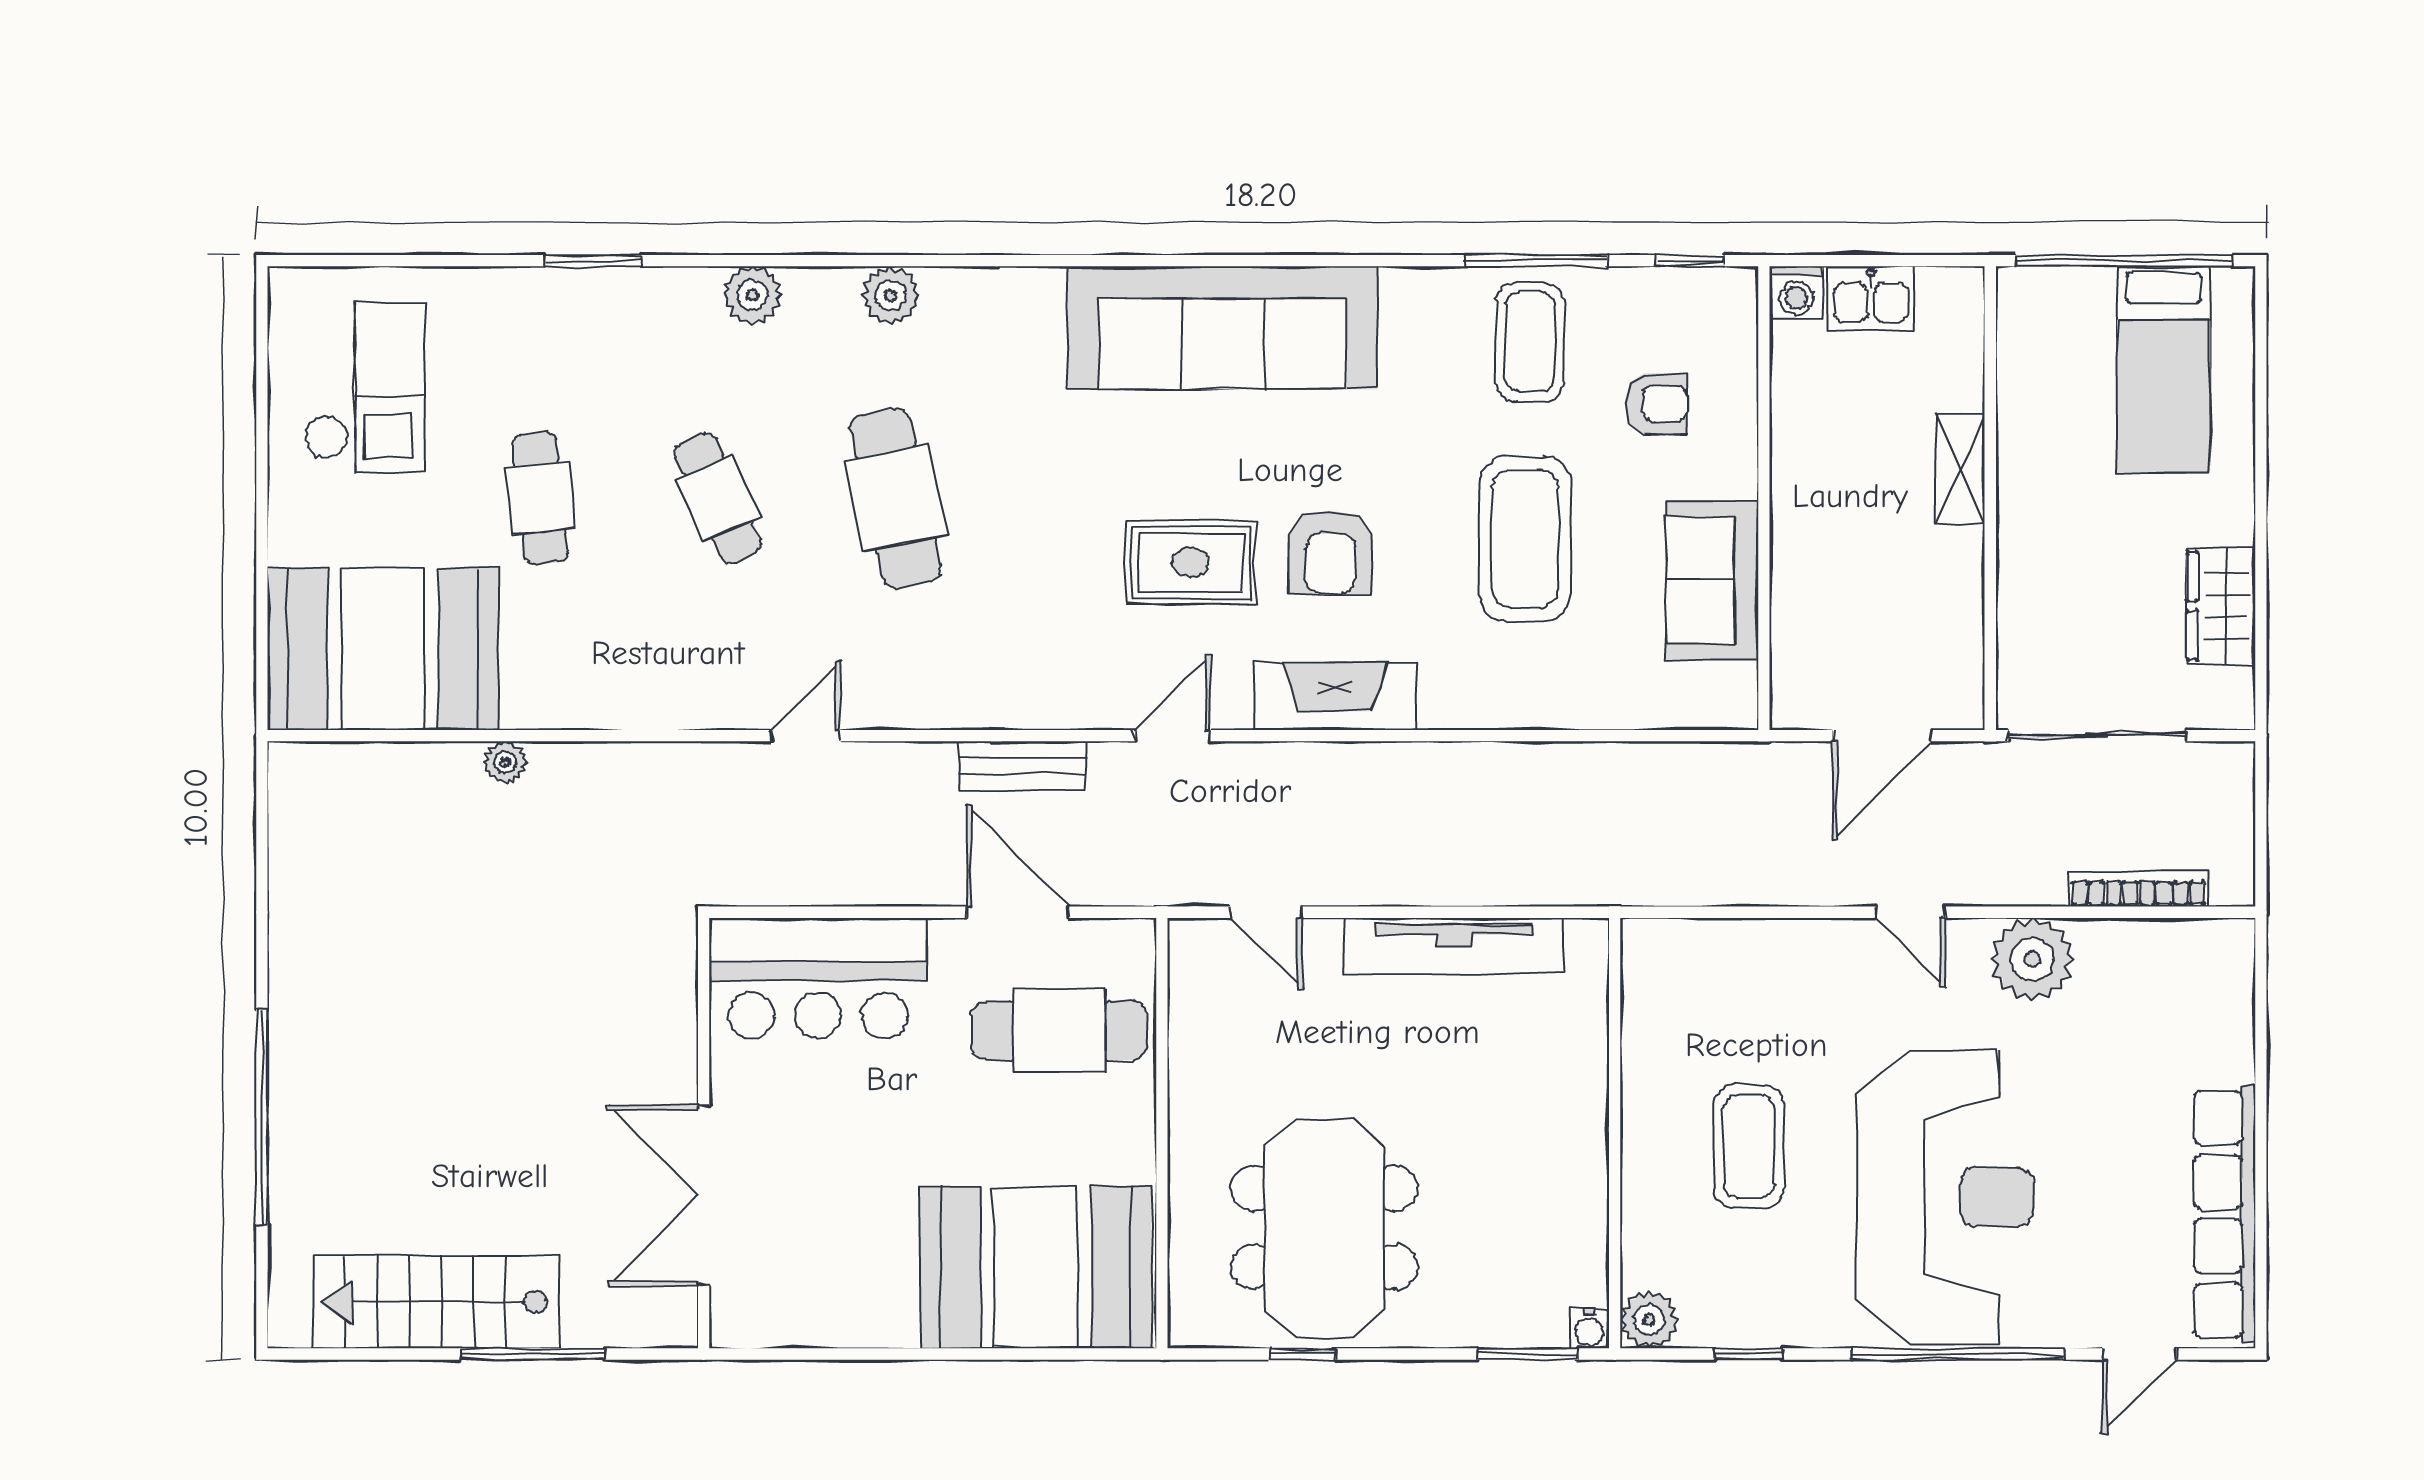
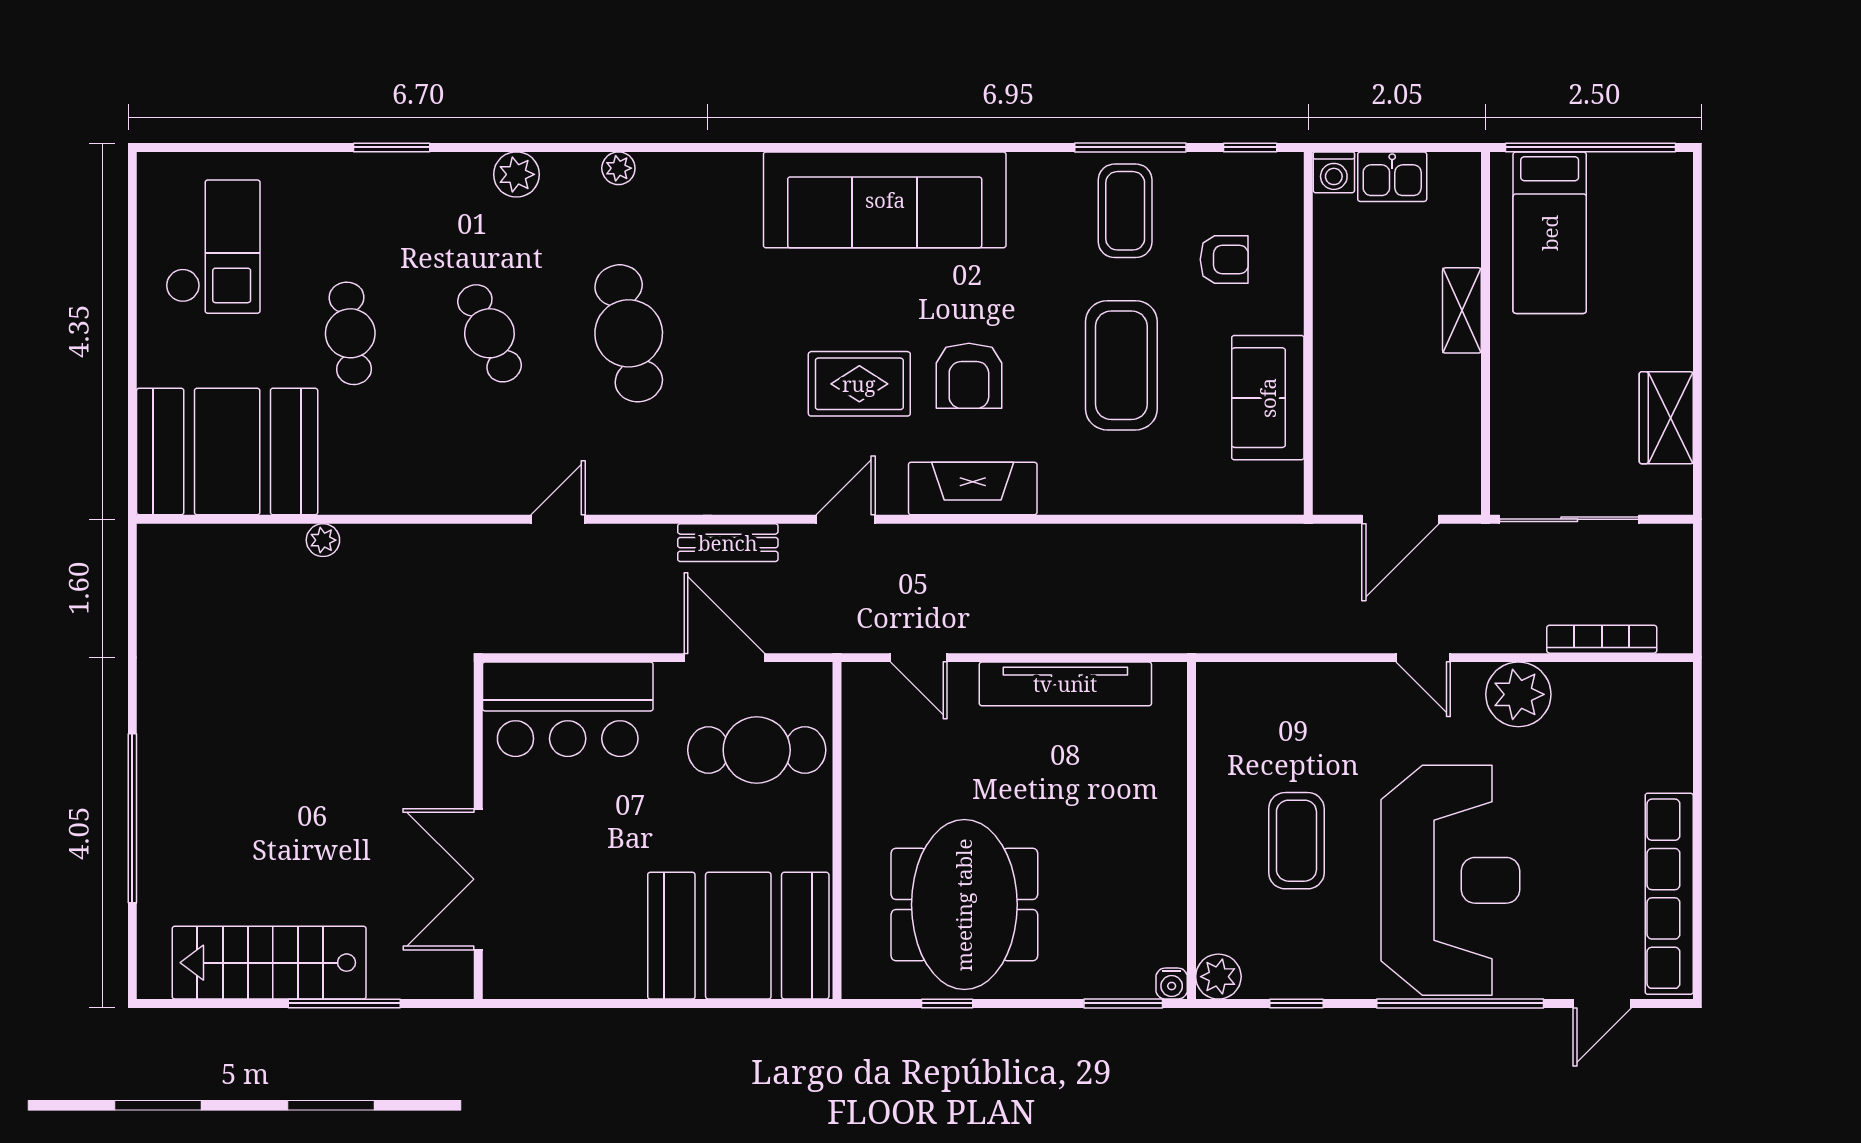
plant: (891, 295) -> (618, 168), width x0.73, depth x0.73
bed: (2164, 369) -> (1550, 233), moved

